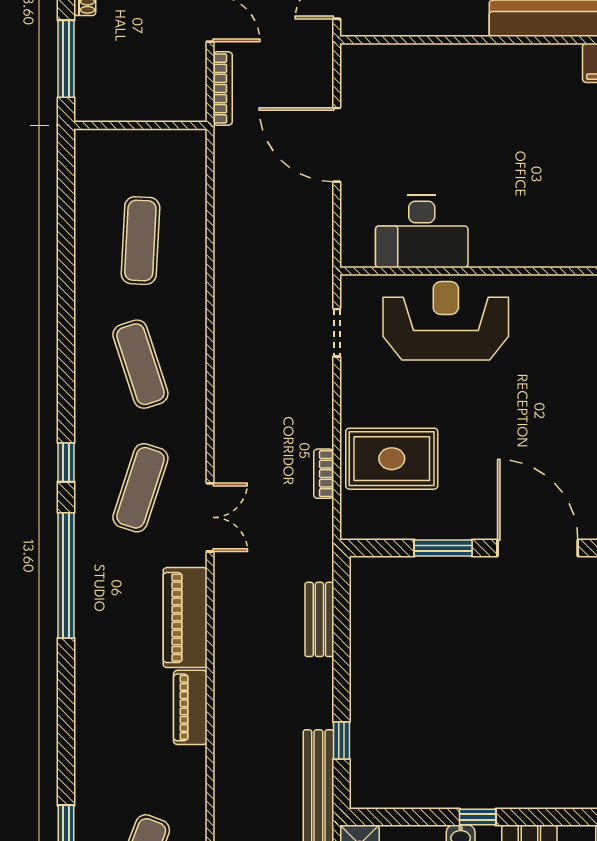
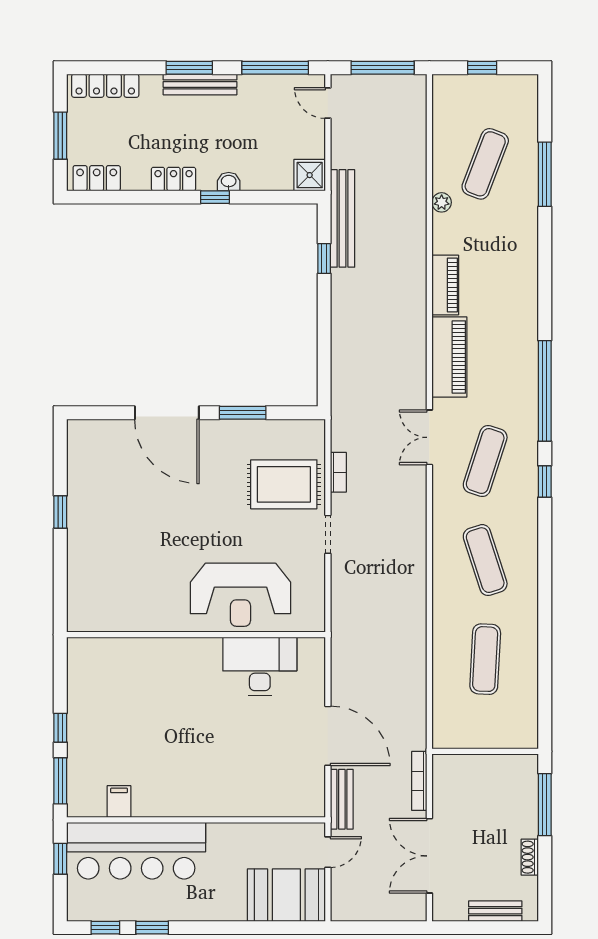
doorway: (337, 333) -> (328, 534), moved
bench: (319, 619) -> (342, 799), moved
plant: (195, 811) -> (442, 202), added

